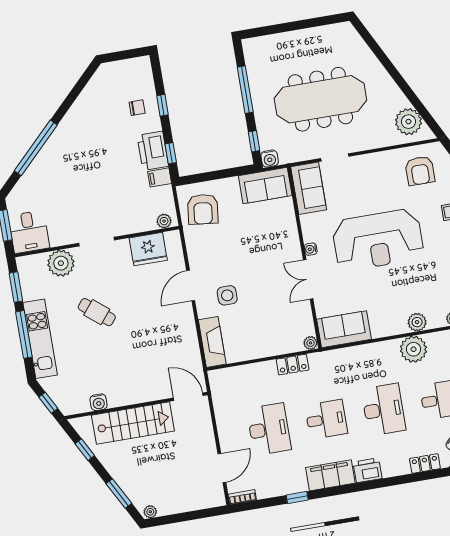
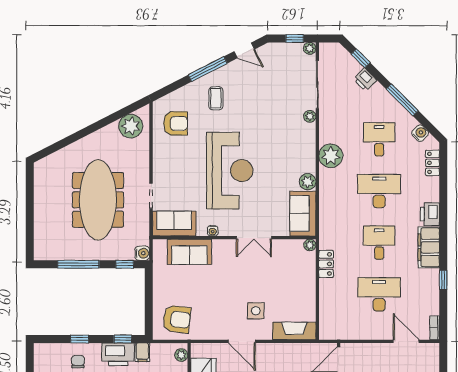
sofa: (265, 186) -> (189, 252), moved, turned 90
water cooler: (311, 249) -> (213, 231), moved
plant: (417, 322) -> (308, 182), moved

